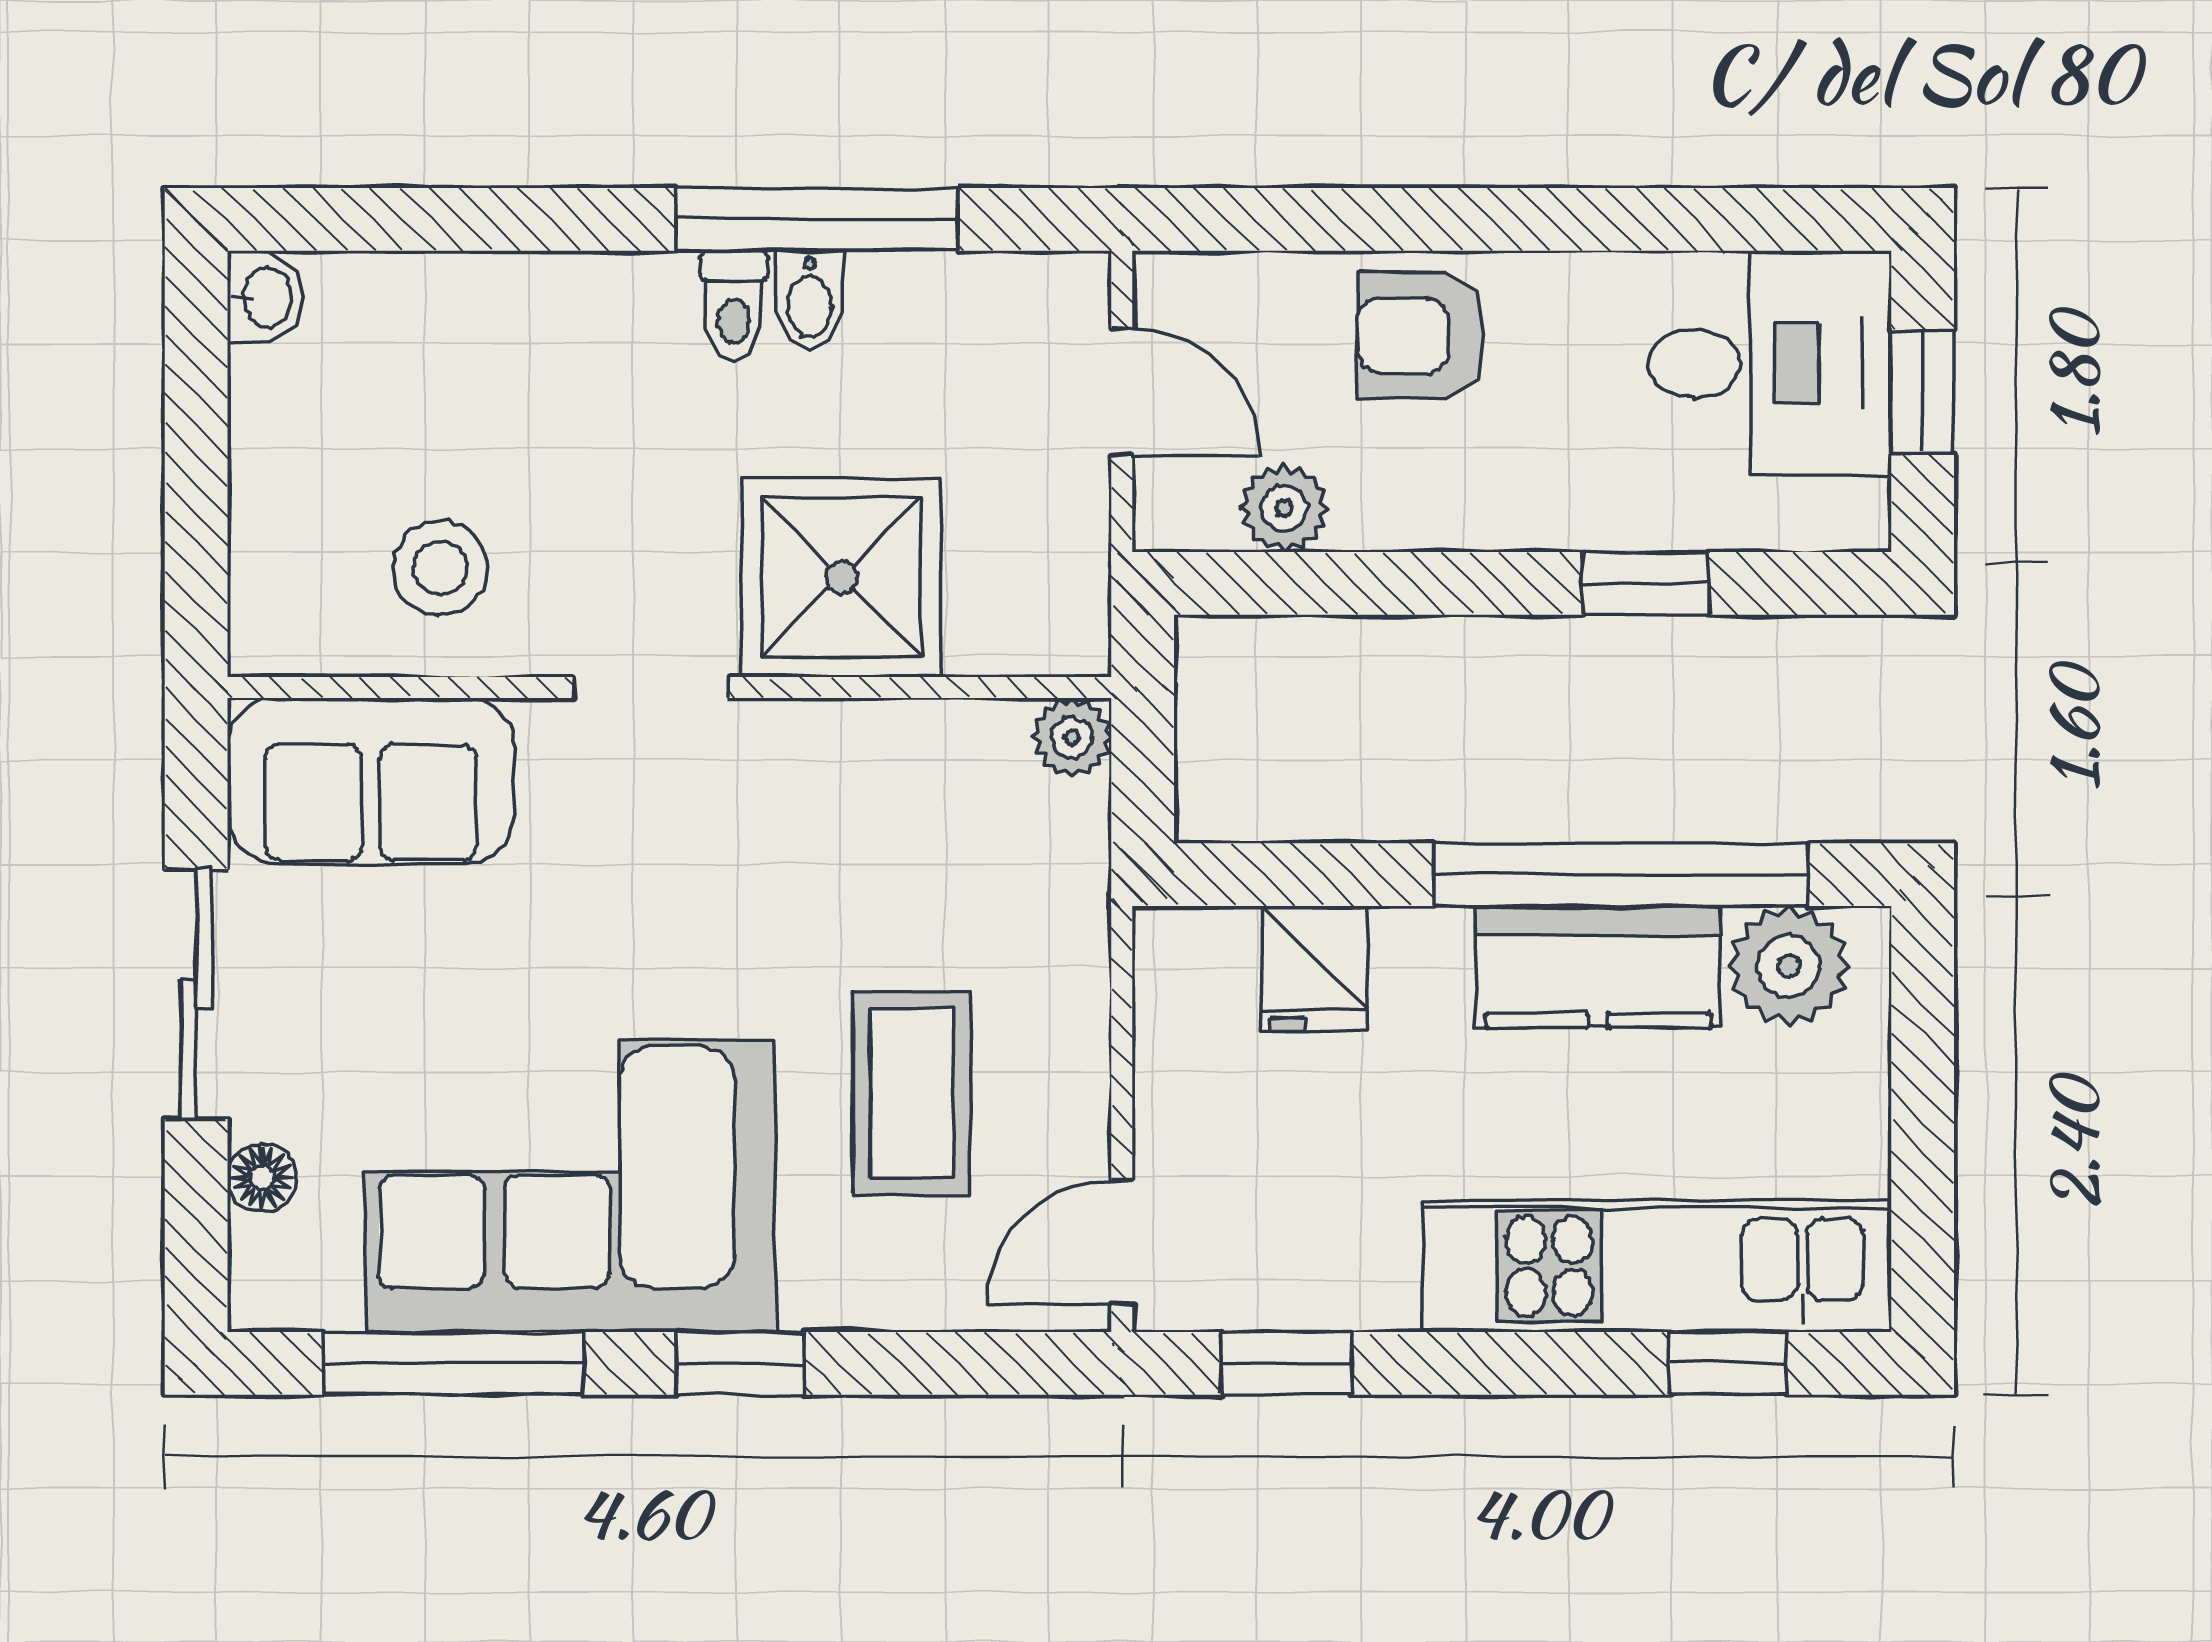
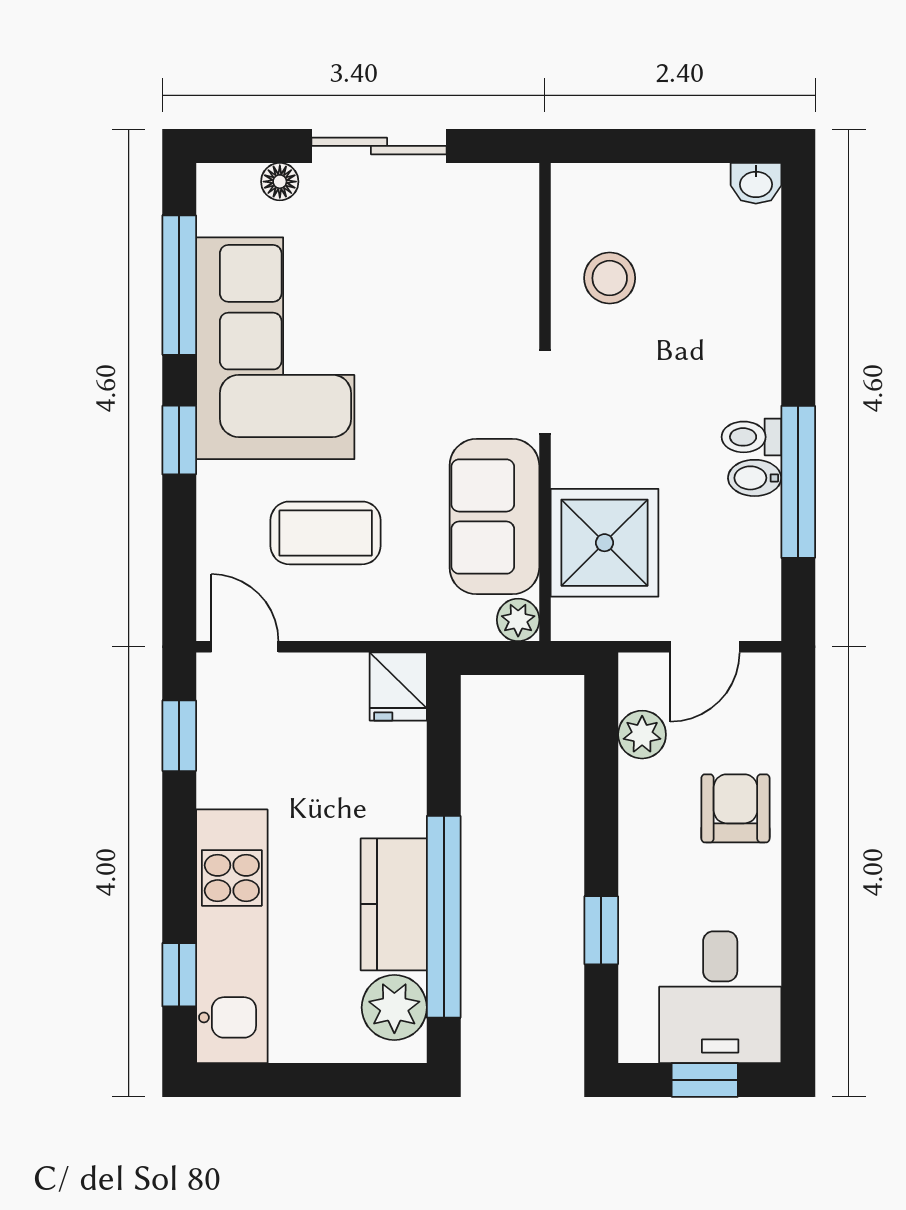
shower: (842, 577) -> (604, 543), moved
sofa: (371, 781) -> (494, 517), moved
fridge: (1315, 969) -> (398, 686), moved, turned -90

